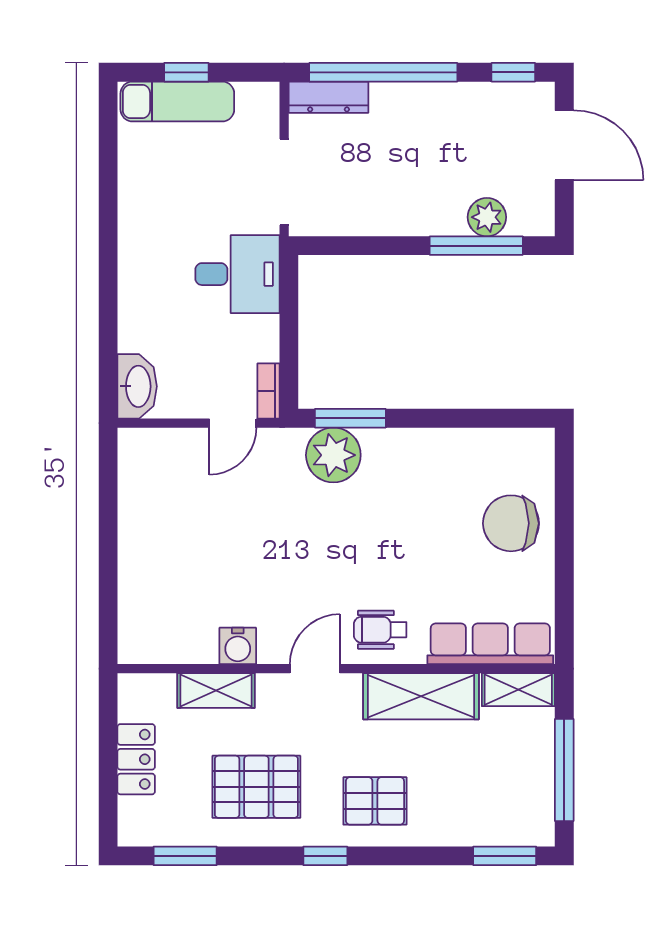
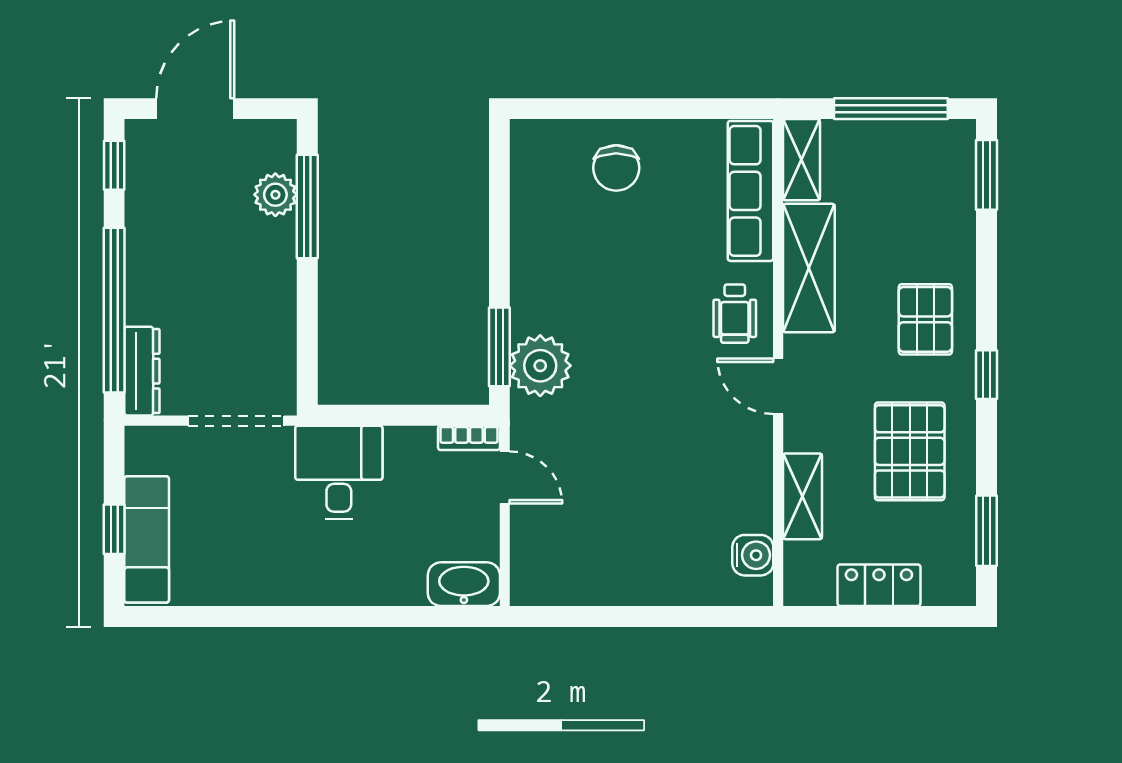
chair: (511, 523) -> (616, 168), width x0.73, depth x0.73
water cooler: (238, 646) -> (753, 555), moved

